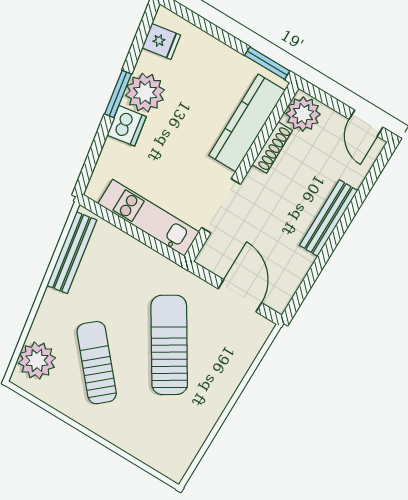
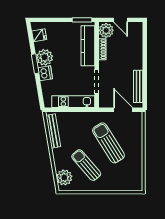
door: (366, 123) -> (120, 20), moved
bench: (329, 218) -> (138, 86), moved

